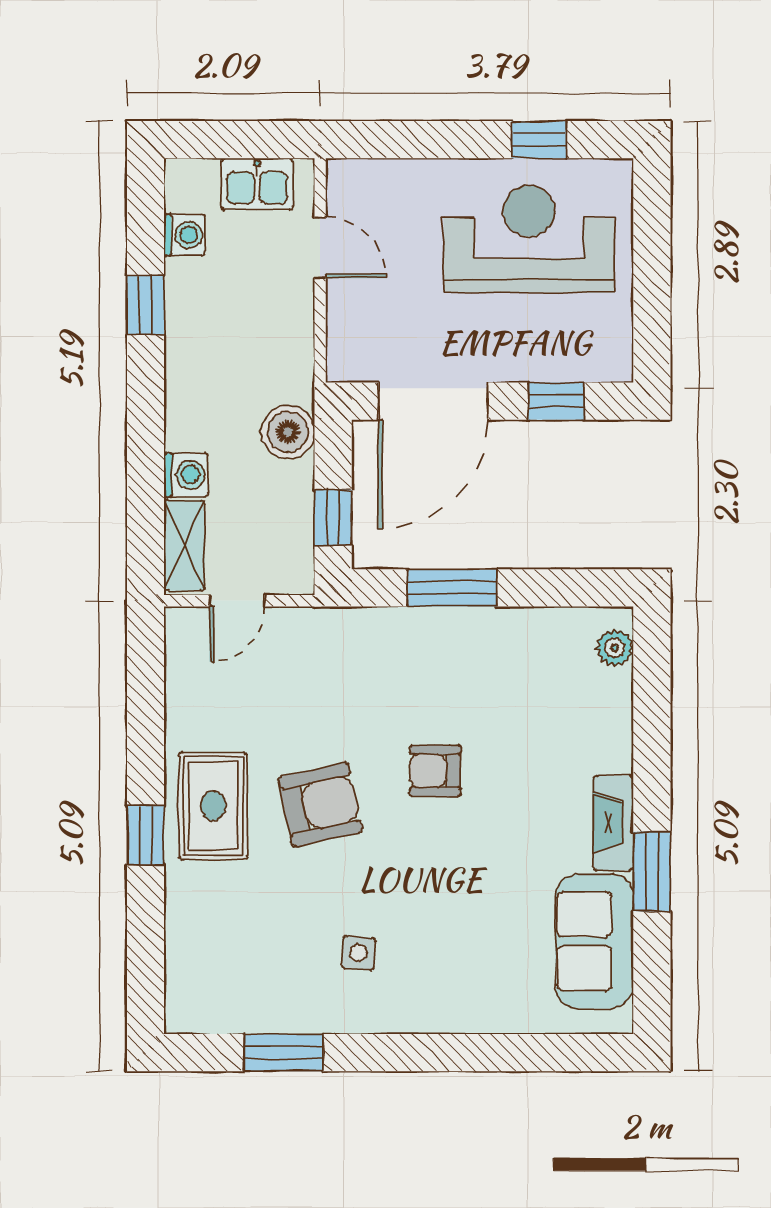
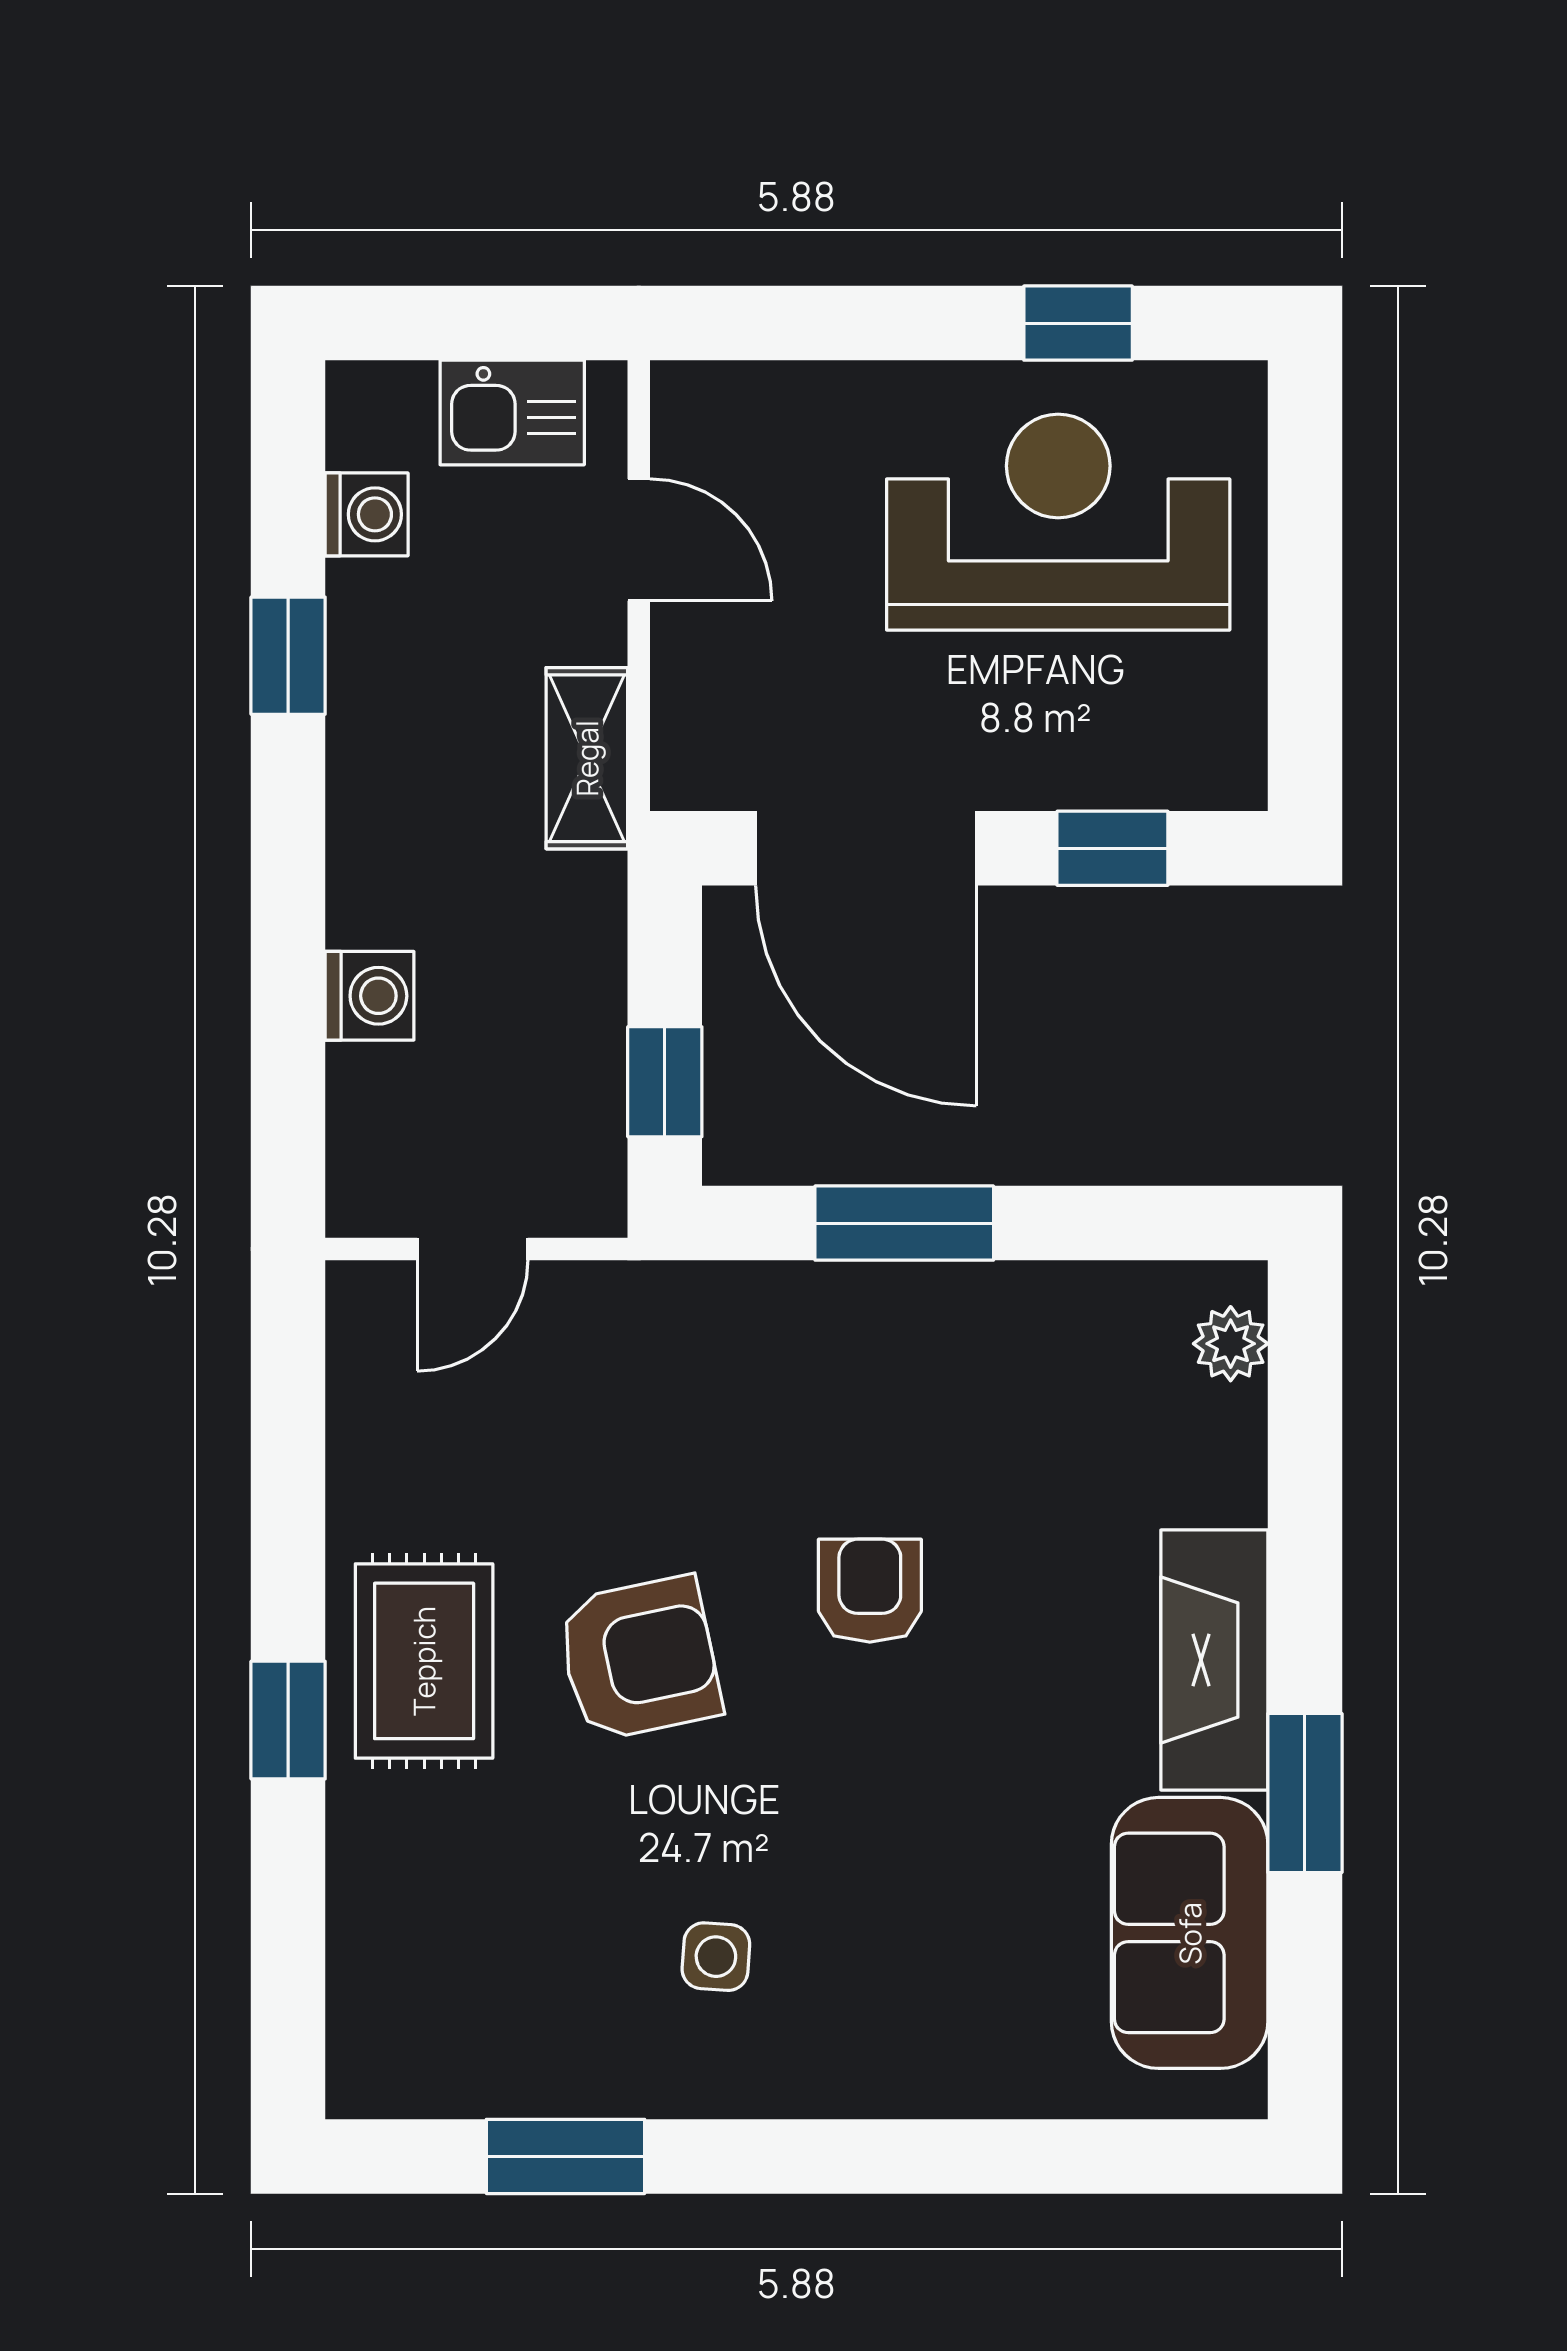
door: (433, 401) -> (866, 848), hinge flipped
boiler: (288, 432) -> (574, 910), removed
shelving: (184, 546) -> (587, 758), moved
armchair: (435, 771) -> (870, 1591), turned 90
fireplace: (613, 823) -> (1214, 1660), width x1.37, depth x1.32

